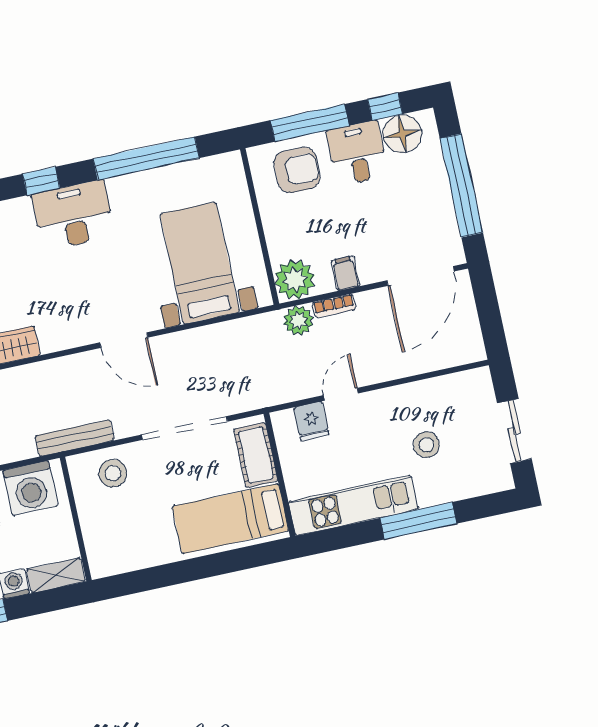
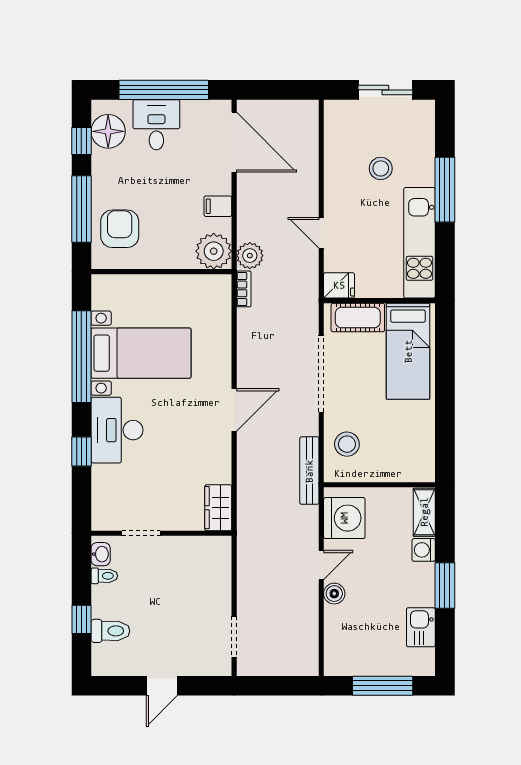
desk: (357, 153) -> (156, 125), moved, turned 90
bed with nightstands: (200, 263) -> (141, 353), moved, turned 180
bookcase: (334, 306) -> (244, 289), moved
fridge: (312, 421) -> (339, 285), moved

